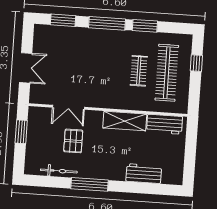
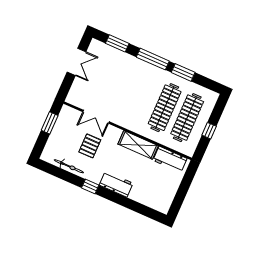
window: (196, 63) -> (209, 131), moved
double door: (26, 68) -> (77, 62), moved
clothes rail: (139, 71) -> (165, 108), width x1.86, depth x1.31
workbench: (144, 174) -> (116, 184), moved
window: (90, 184) -> (90, 186), width x0.46

